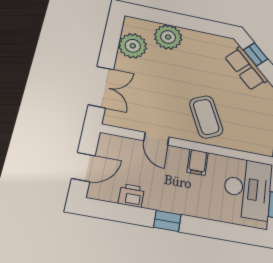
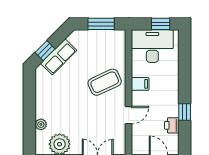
plant: (168, 37) -> (41, 124), width x0.53, depth x0.53
window: (167, 221) -> (185, 112), moved

